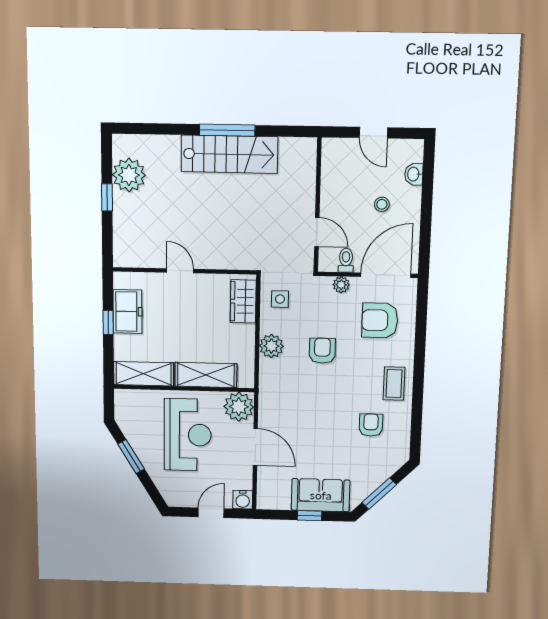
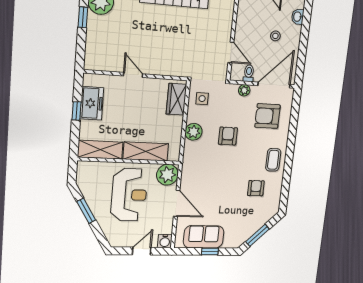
sofa: (321, 495) -> (204, 237), moved

